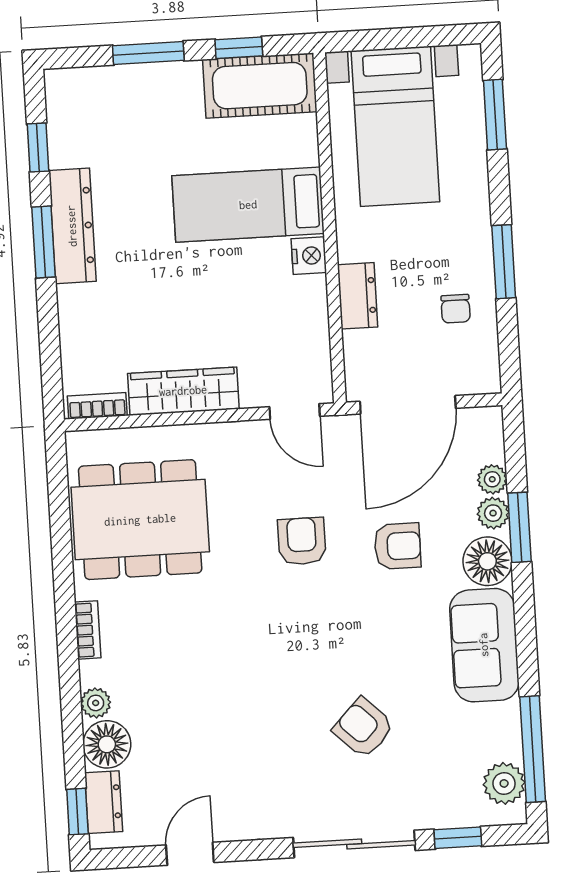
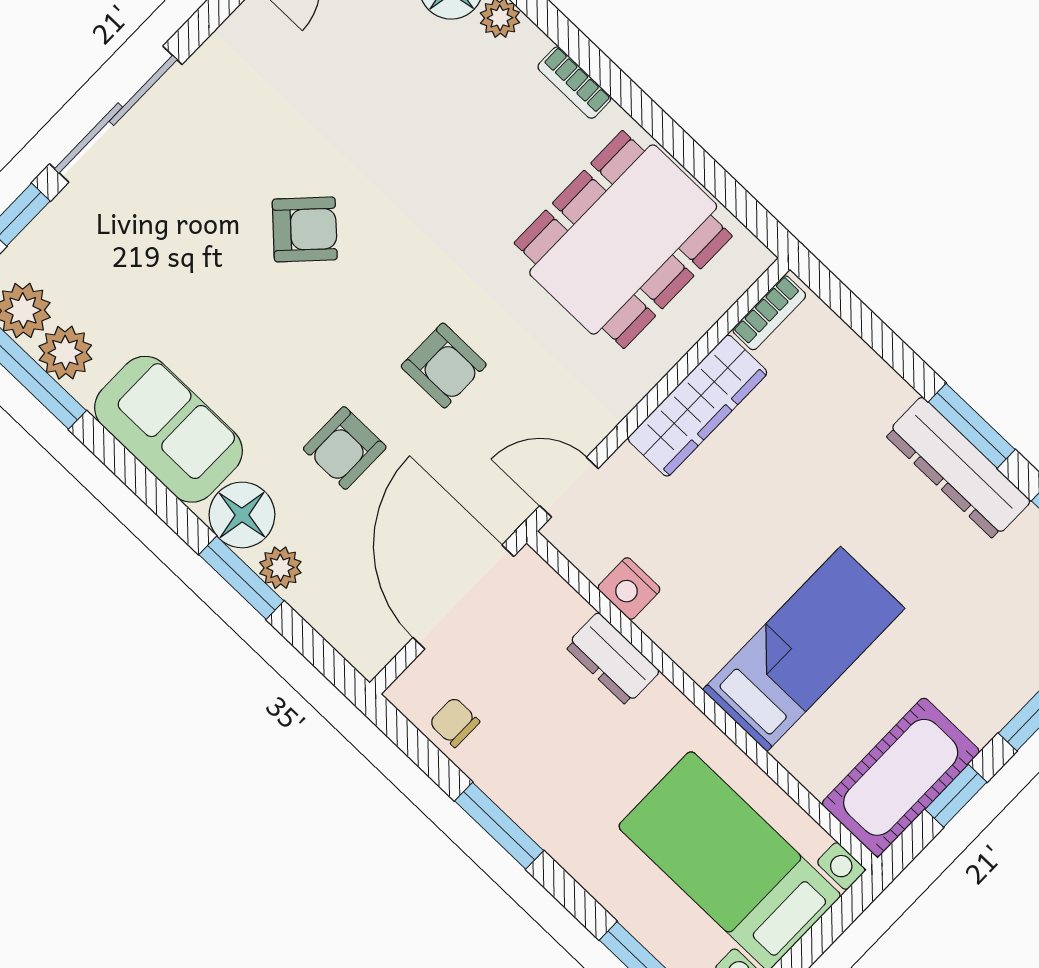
nightstand: (309, 256) -> (629, 588), moved
chair: (456, 309) -> (454, 722), moved
plant: (492, 479) -> (65, 353), moved, width x1.38, depth x1.38
armchair: (363, 728) -> (305, 229), moved

